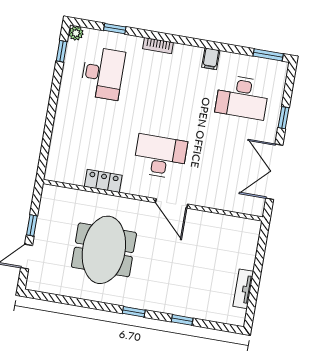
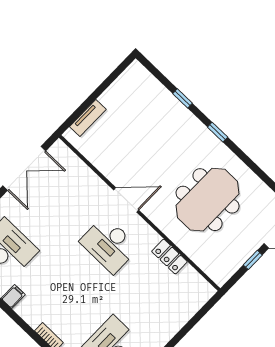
door: (171, 203) -> (126, 200), hinge flipped
tv unit: (243, 289) -> (88, 118), moved

